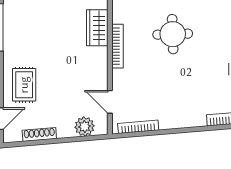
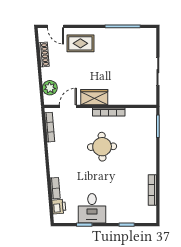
wardrobe: (97, 28) -> (94, 97), moved
round table: (173, 34) -> (102, 147), moved

